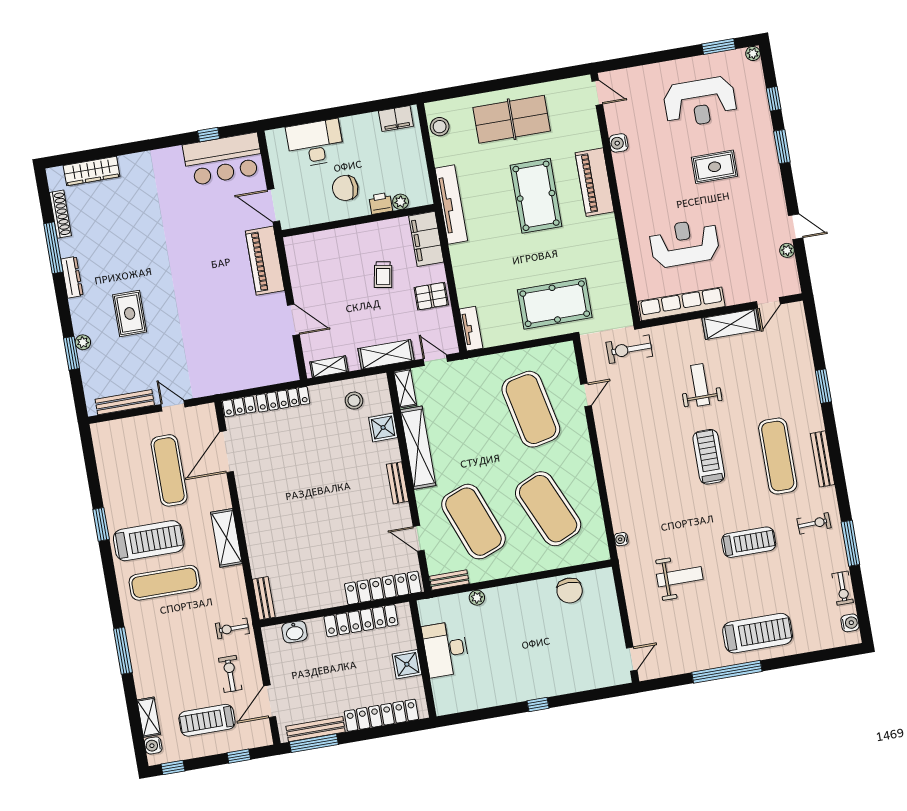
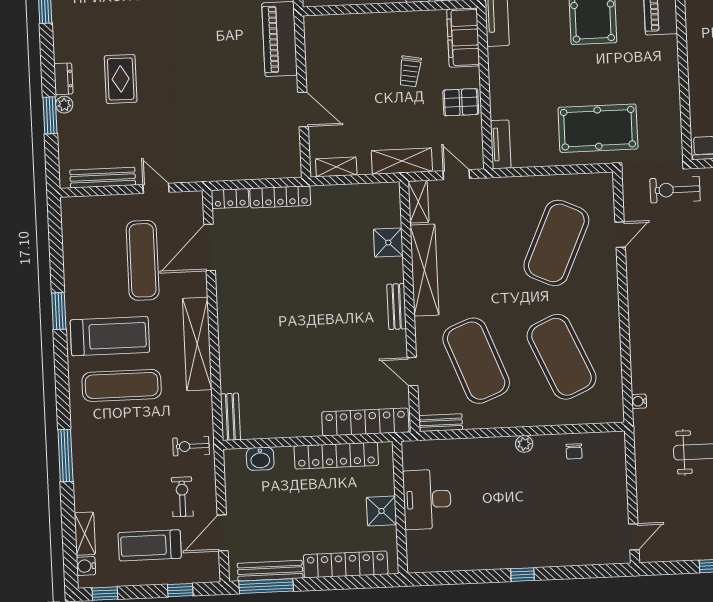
dresser: (72, 277) -> (63, 79), moved, width x0.70
stool: (354, 401) -> (360, 208), removed
exercise mat: (531, 409) -> (556, 243), turned 36
shelving: (226, 538) -> (197, 344), width x1.47
chair: (570, 590) -> (574, 451), width x0.54, depth x0.54
plant: (477, 598) -> (524, 444), moved

